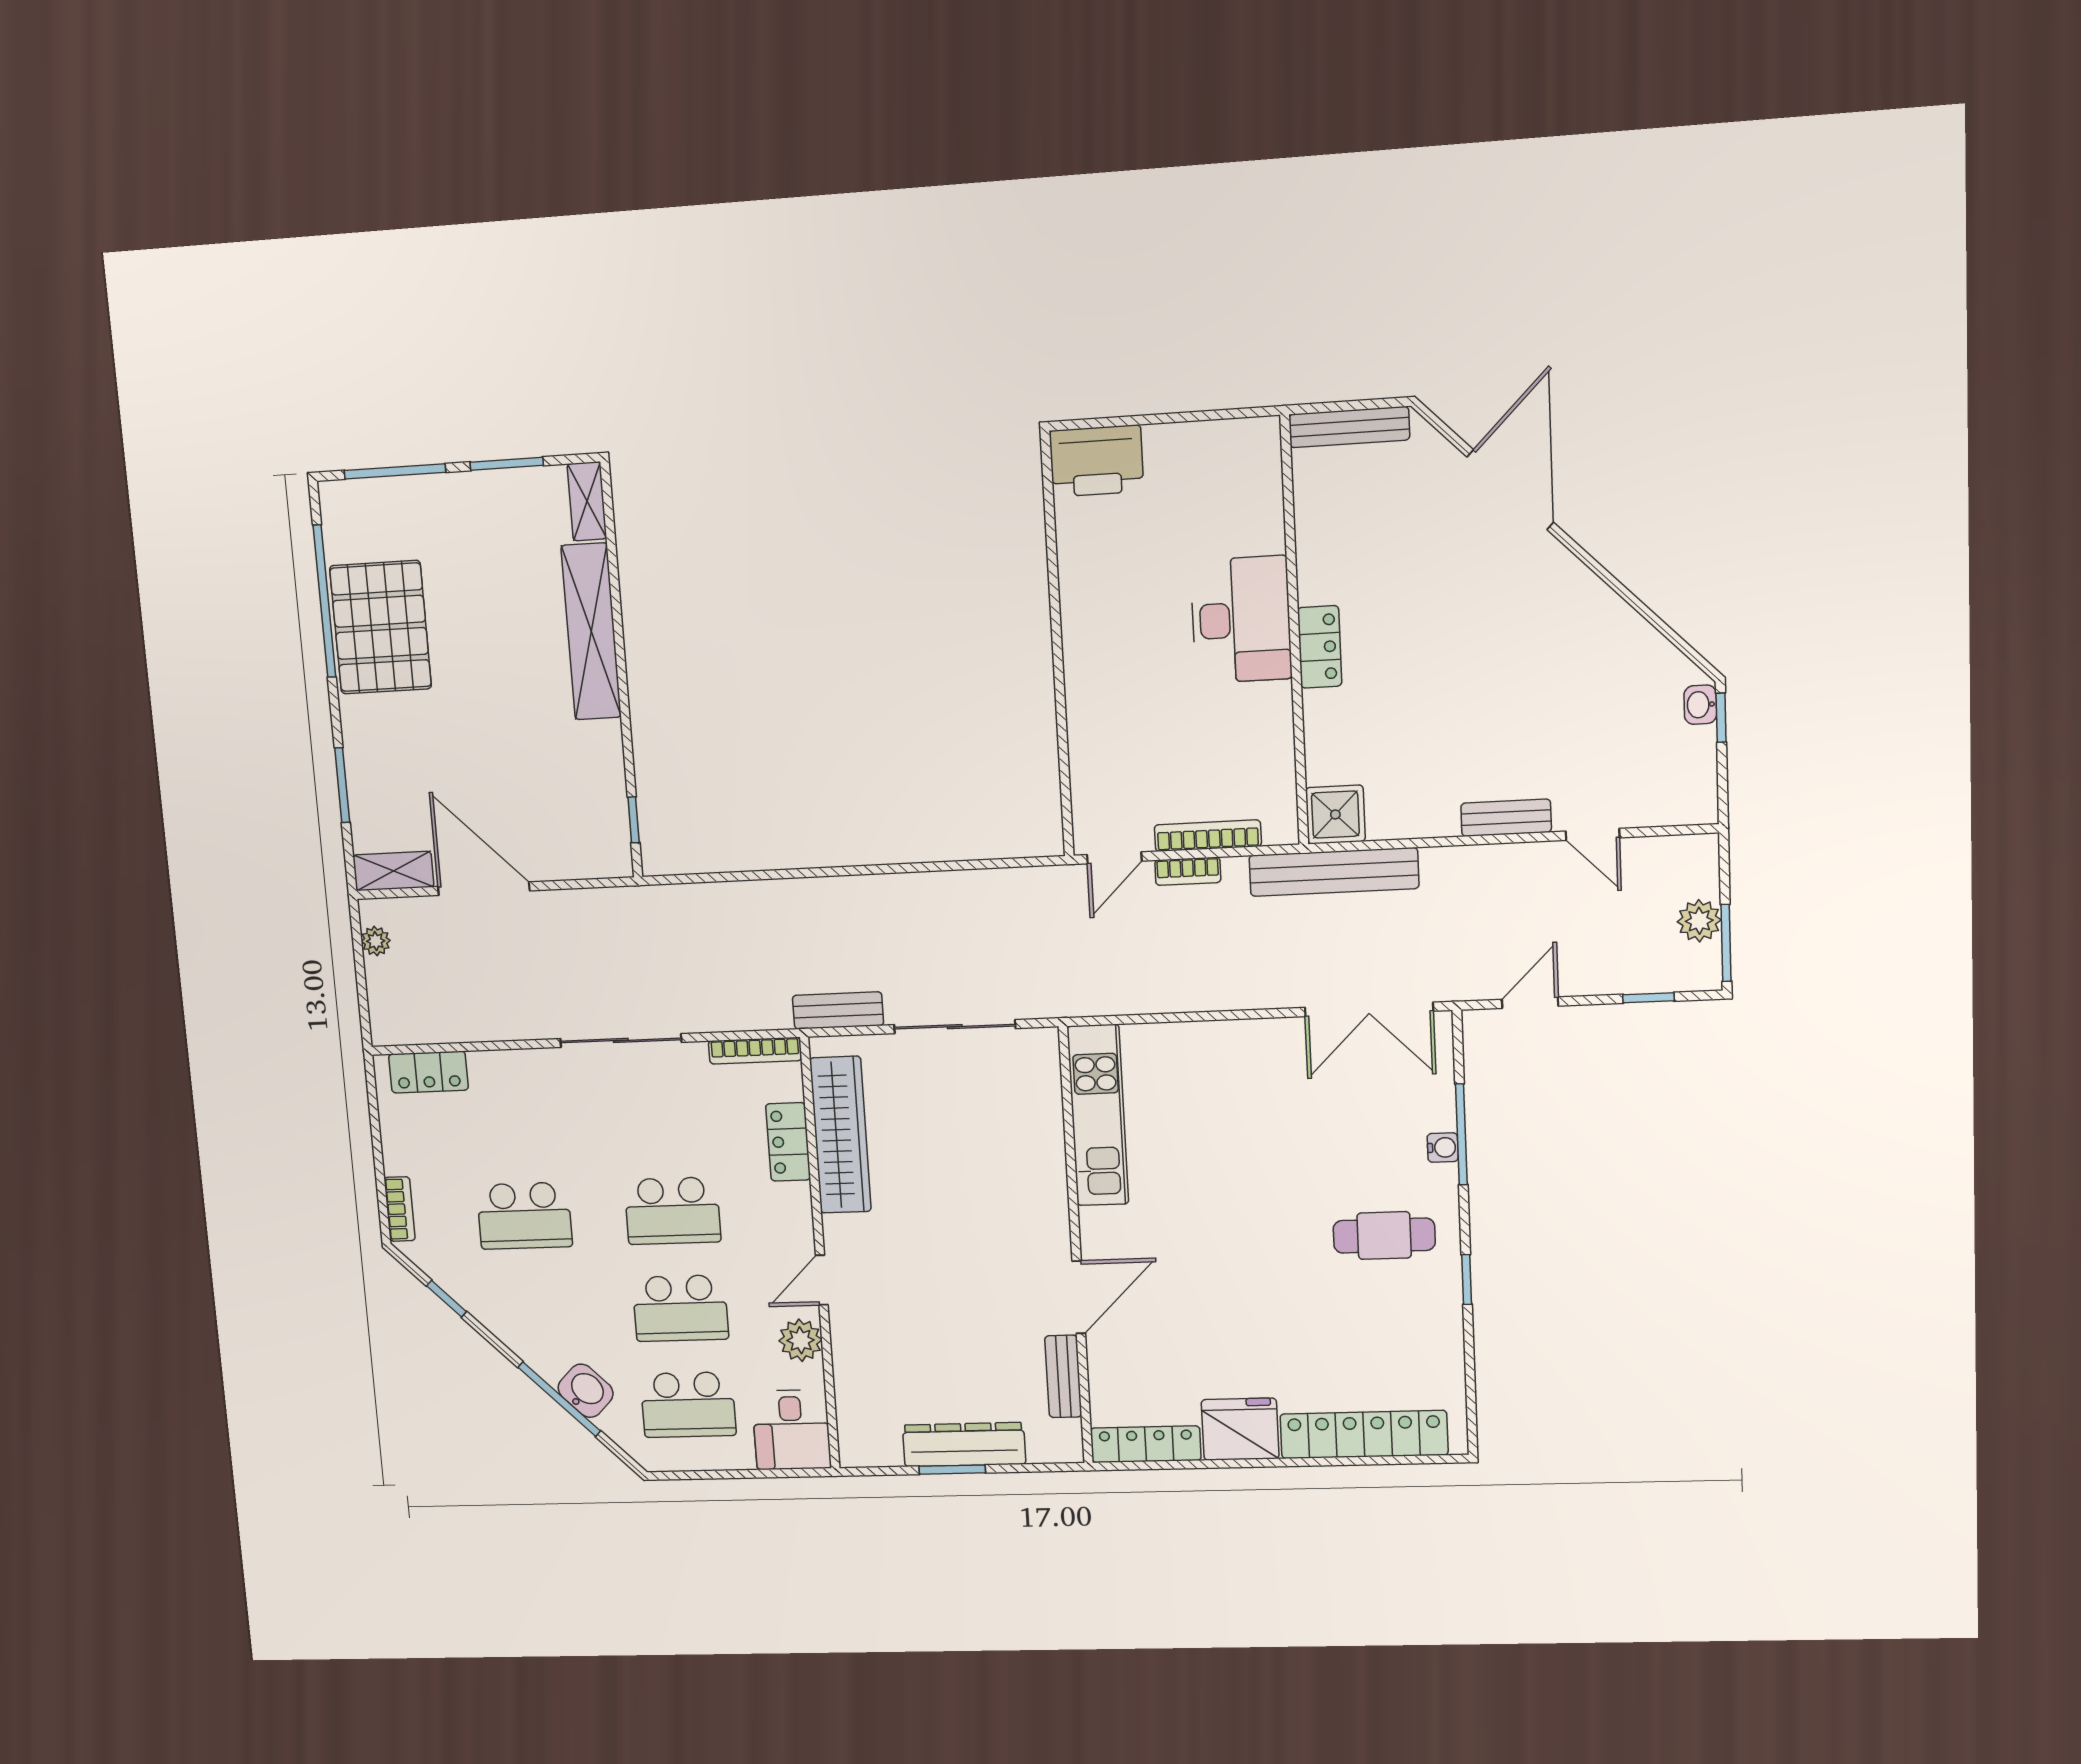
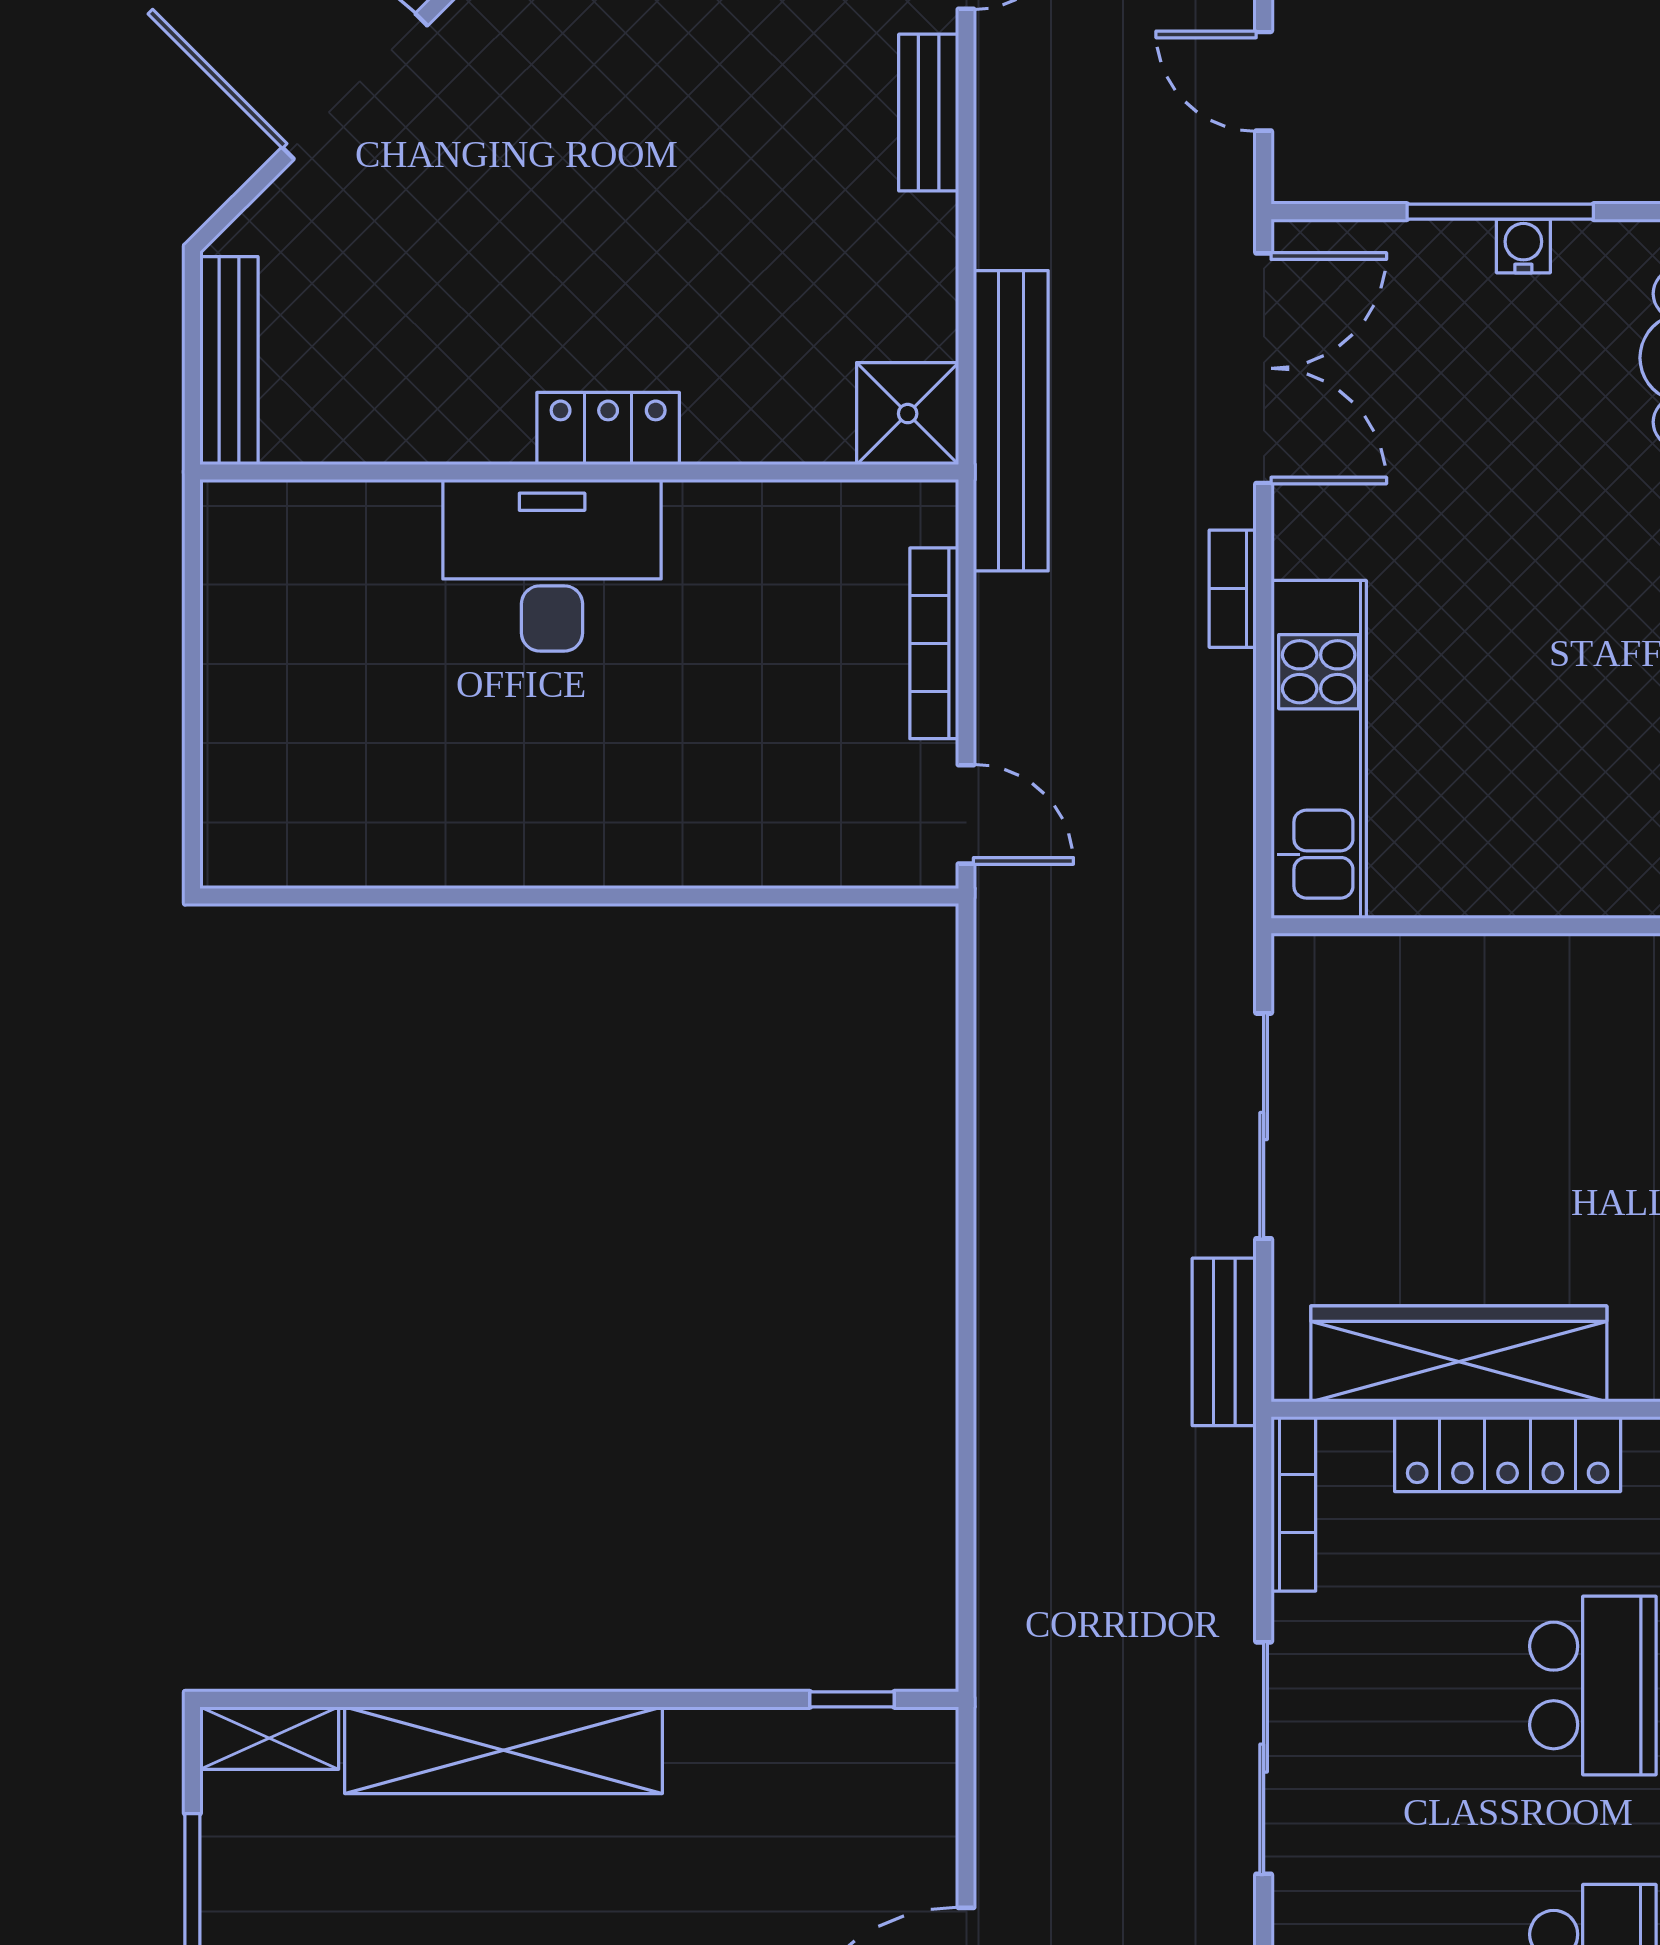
printer: (1096, 461) -> (258, 807), removed
bookcase: (1188, 871) -> (1233, 589), moved, turned 180
kitchen unit: (1098, 1115) -> (1319, 749), moved, turned 90
locker: (788, 1142) -> (1508, 1454), width x1.53

